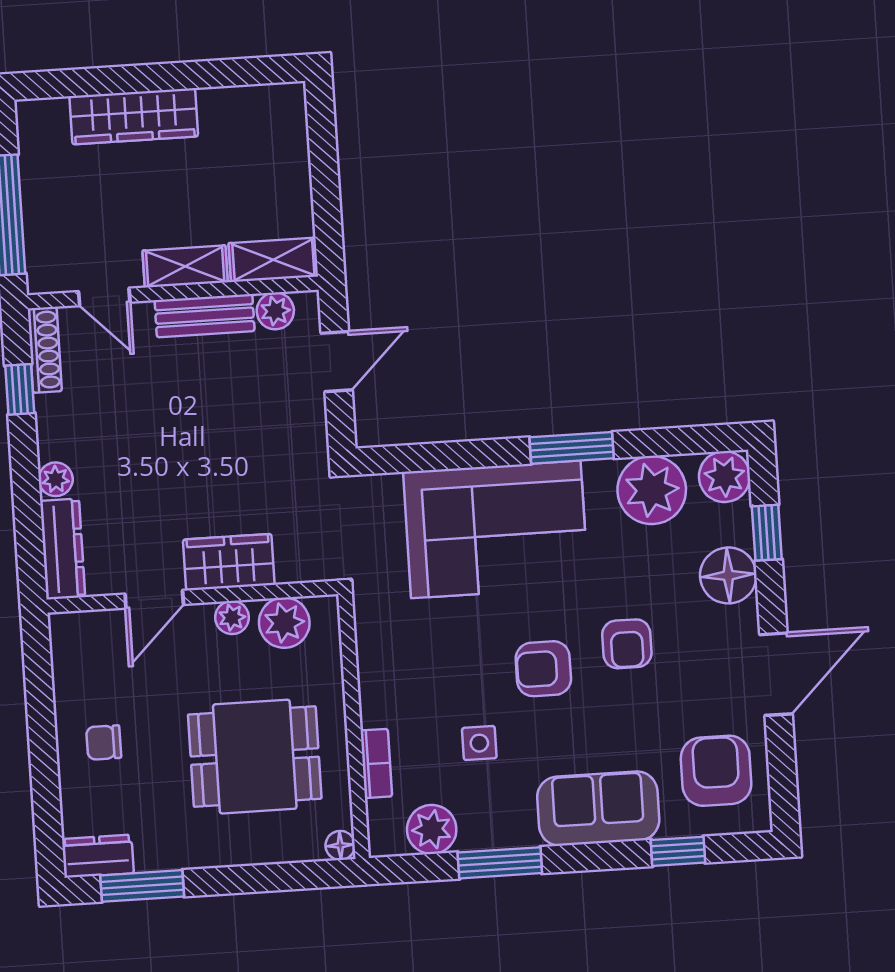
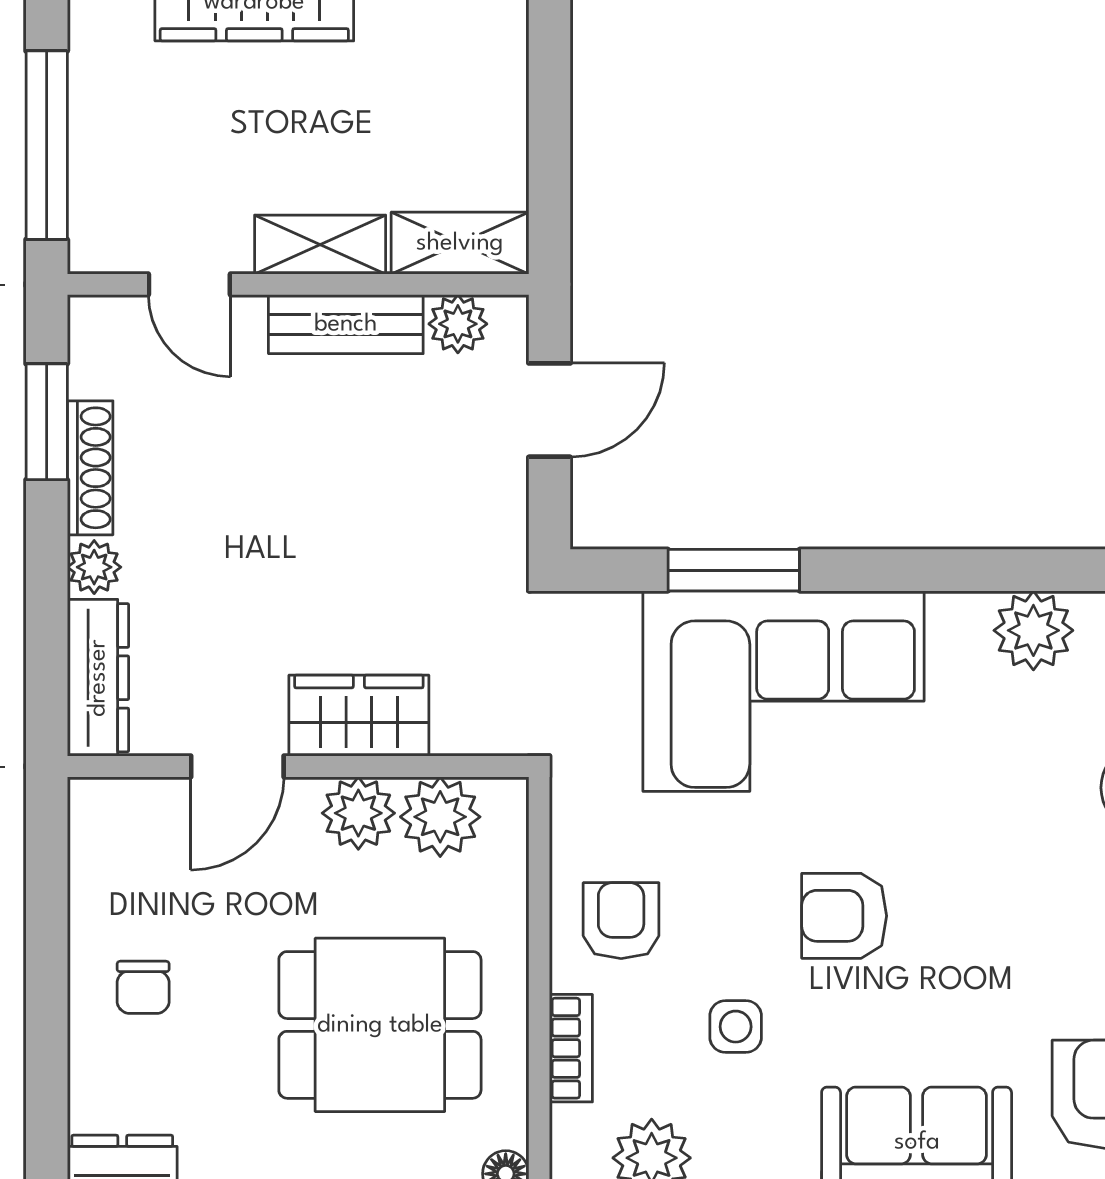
shoe rack: (45, 350) -> (90, 468), moved
window: (20, 389) -> (47, 422), width x1.50
window: (572, 448) -> (734, 570), moved
plant: (652, 490) -> (1033, 630), width x0.73, depth x0.73
plant: (232, 617) -> (358, 813), width x1.38, depth x1.38
armchair: (627, 644) -> (621, 921), moved, turned 180
chair: (104, 742) -> (143, 987), turned -90

